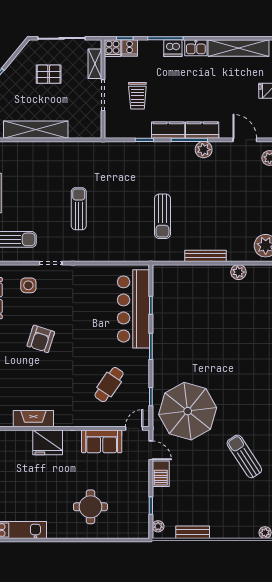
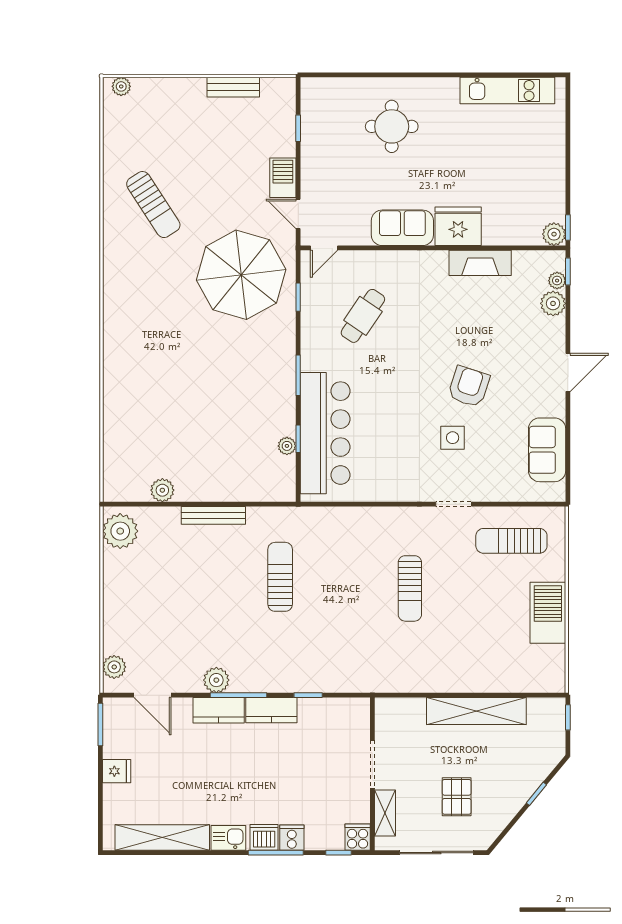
cooker: (130, 48) -> (292, 838), moved
pallet: (49, 74) -> (457, 797), turned 90
trolley: (137, 96) -> (319, 764), removed
side table: (28, 285) -> (453, 438), moved
sofa: (102, 441) -> (402, 228), moved
plant: (158, 526) -> (287, 446), moved

